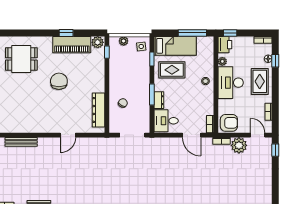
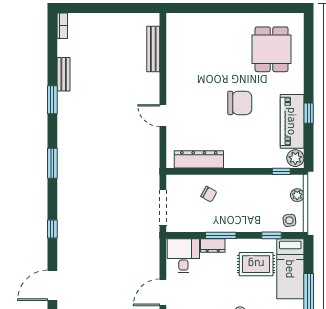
rug: (172, 70) -> (256, 264), turned 90

